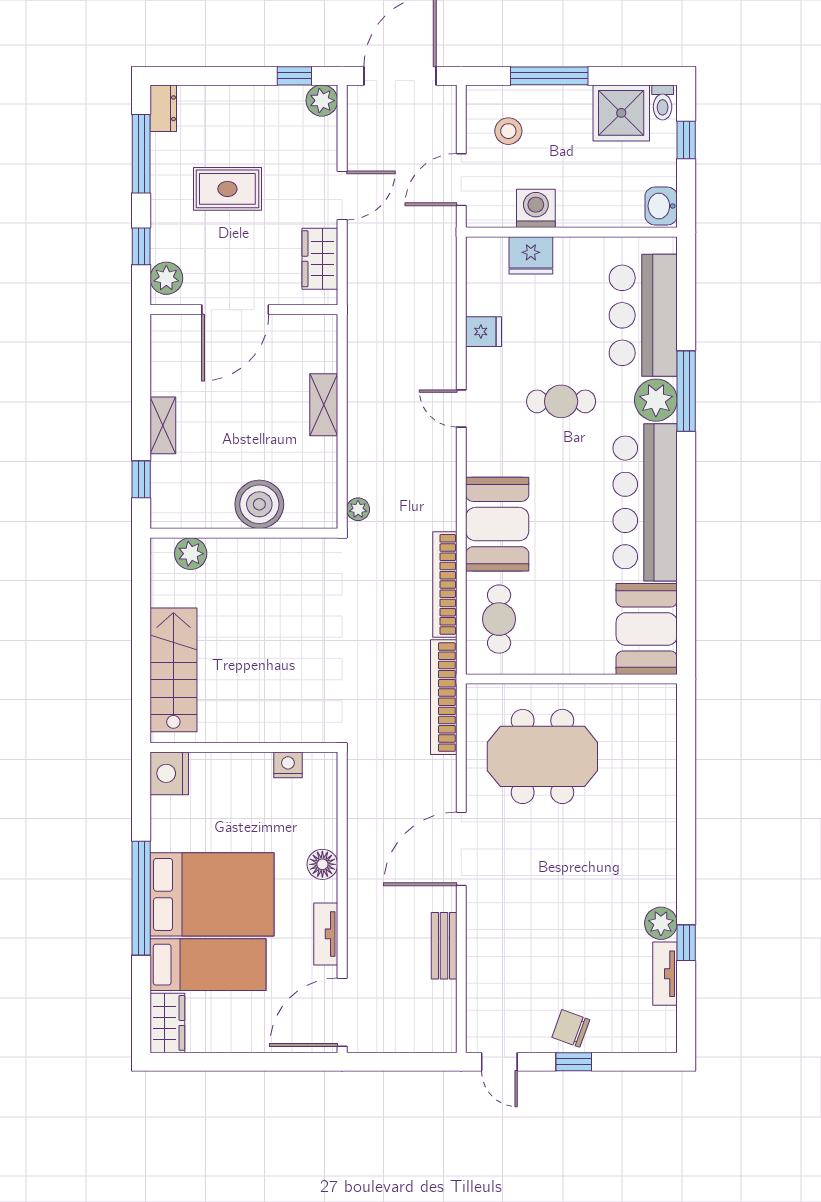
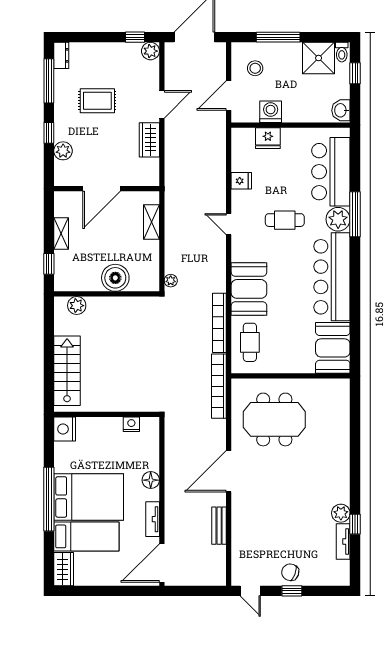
door: (235, 310) -> (102, 189), moved
wall: (244, 310) -> (107, 189), moved

